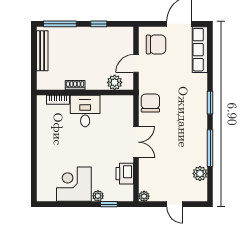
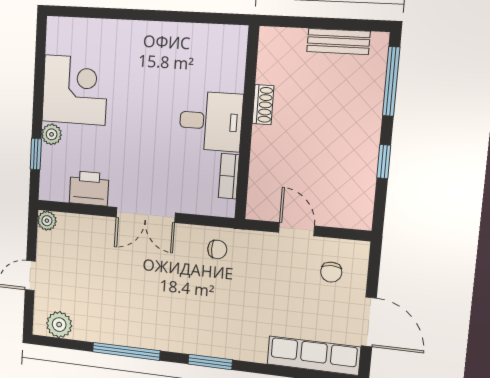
chair: (156, 44) -> (331, 272), width x0.54, depth x0.54
bench: (42, 51) -> (338, 41), width x0.73
plant: (115, 82) -> (262, 184), removed
bookcase: (58, 100) -> (229, 176), moved
chair: (150, 103) -> (217, 249), width x0.54, depth x0.54
plant: (200, 174) -> (59, 325), moved

